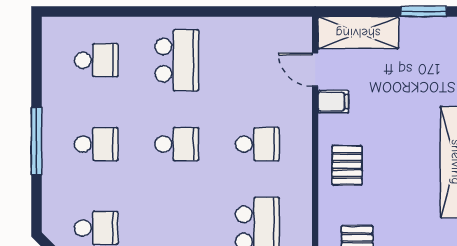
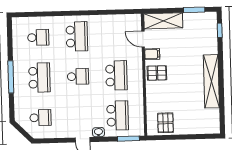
school desk: (96, 144) -> (39, 78), width x1.85
school desk: (257, 144) -> (116, 75), width x1.85
pallet: (347, 165) -> (157, 73), moved, turned 90

